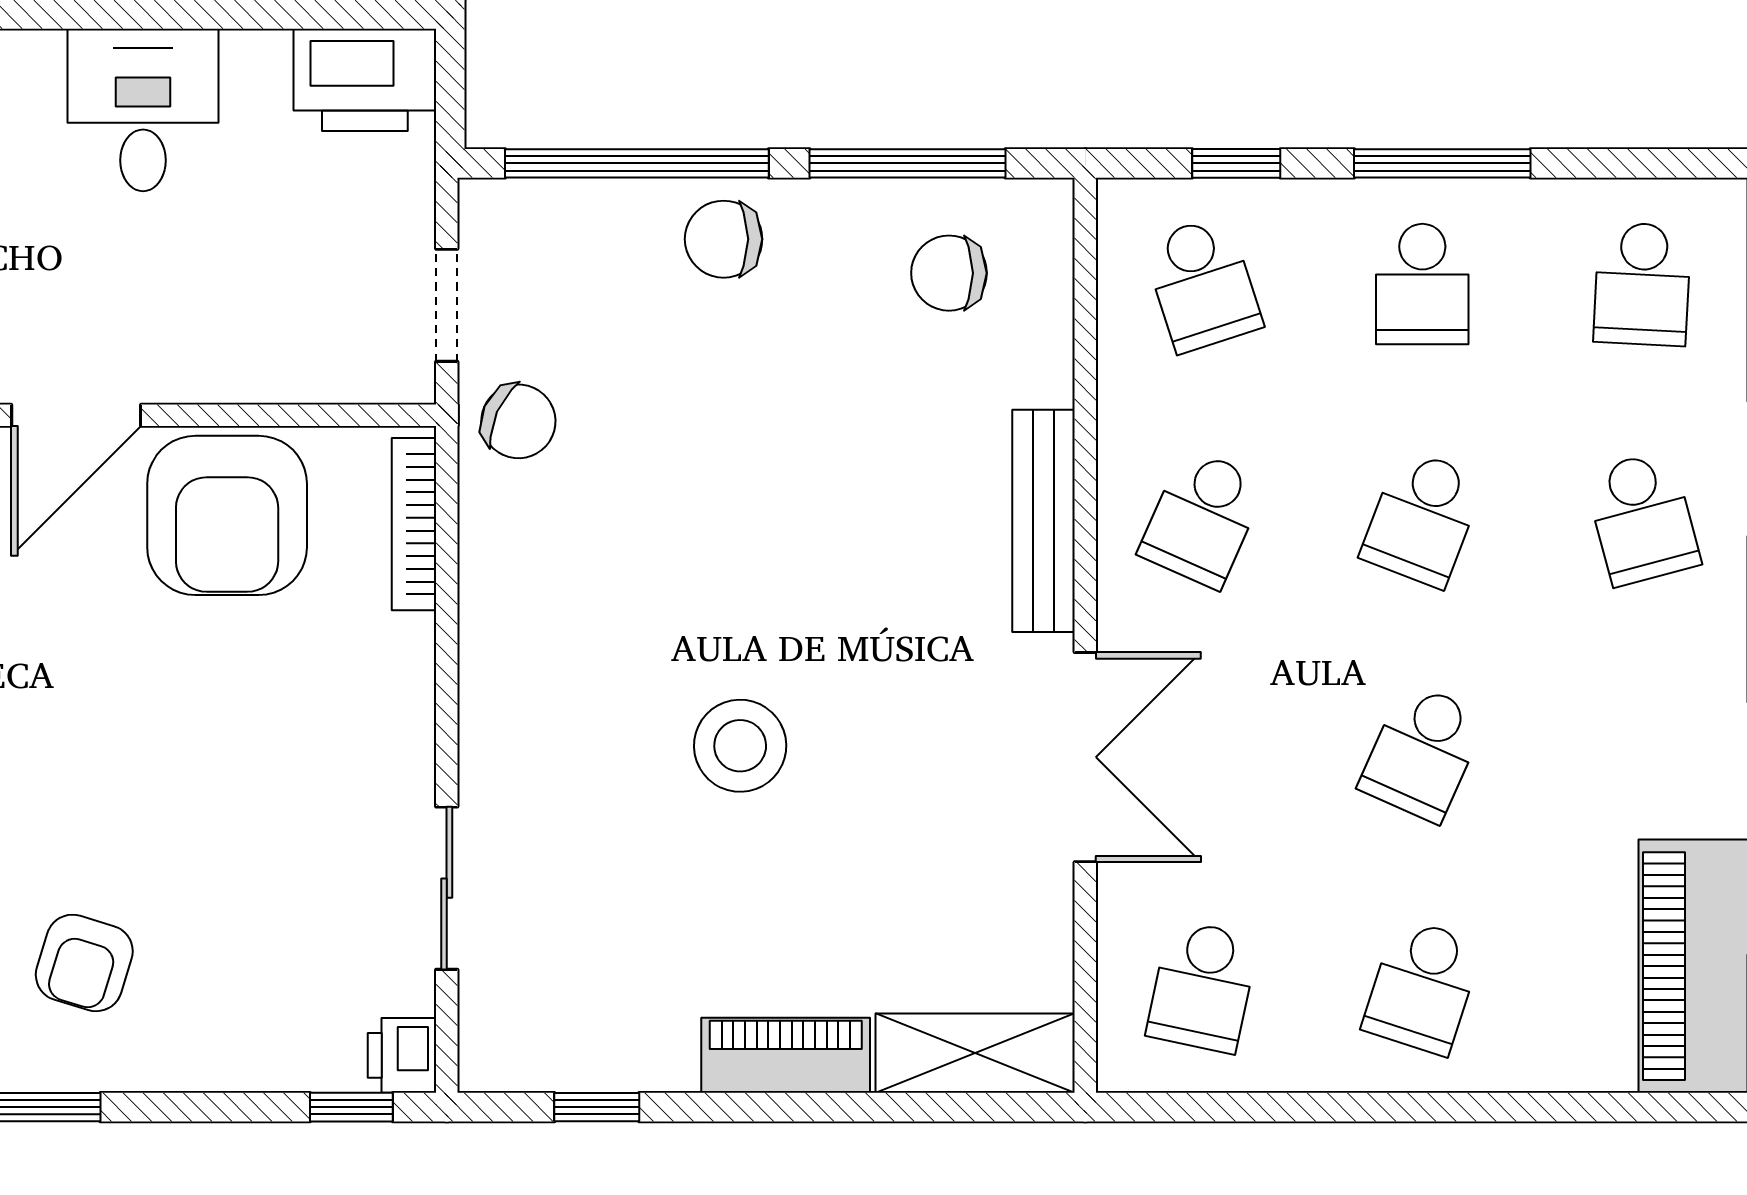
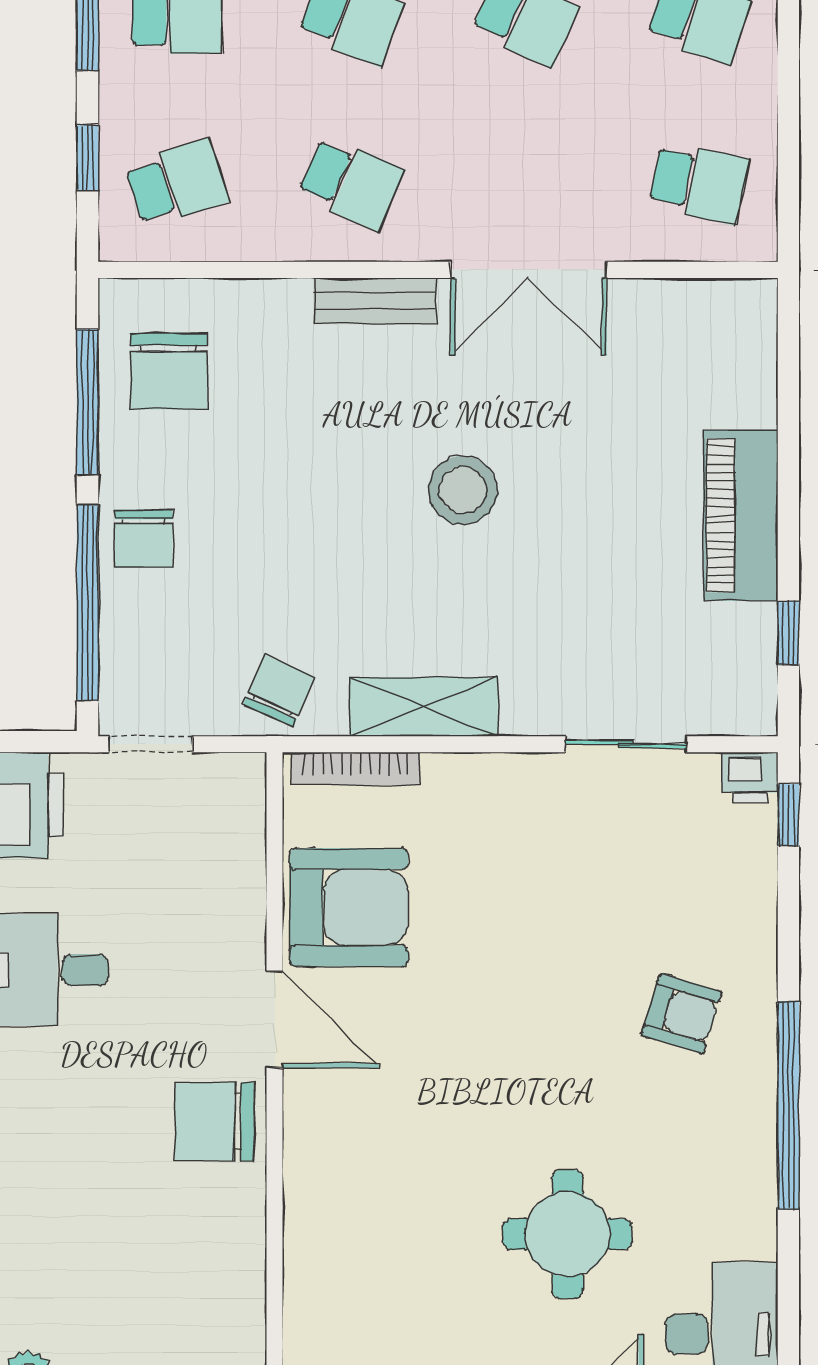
chair: (949, 273) -> (169, 371), width x1.37, depth x1.37
doorway: (447, 305) -> (151, 744), moved
bench: (1044, 521) -> (375, 301), width x0.73
stool: (740, 746) -> (463, 490), moved
double door: (1085, 757) -> (529, 270), swing flipped
shelving: (975, 1053) -> (424, 707), moved, turned 90
piano: (786, 1055) -> (741, 515), width x1.37, depth x1.33

